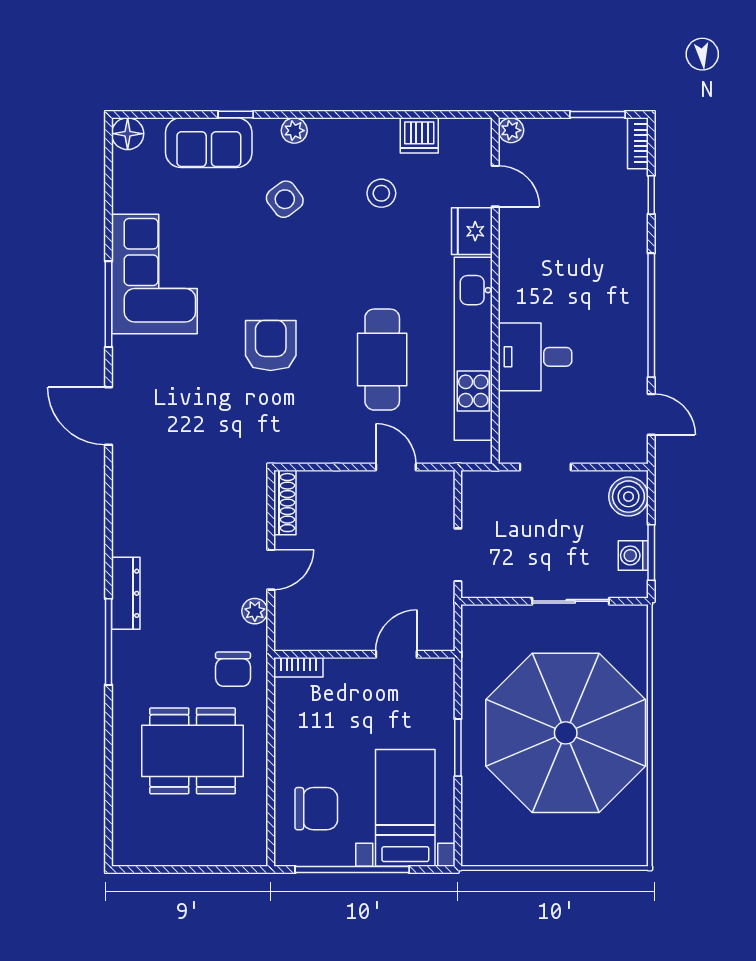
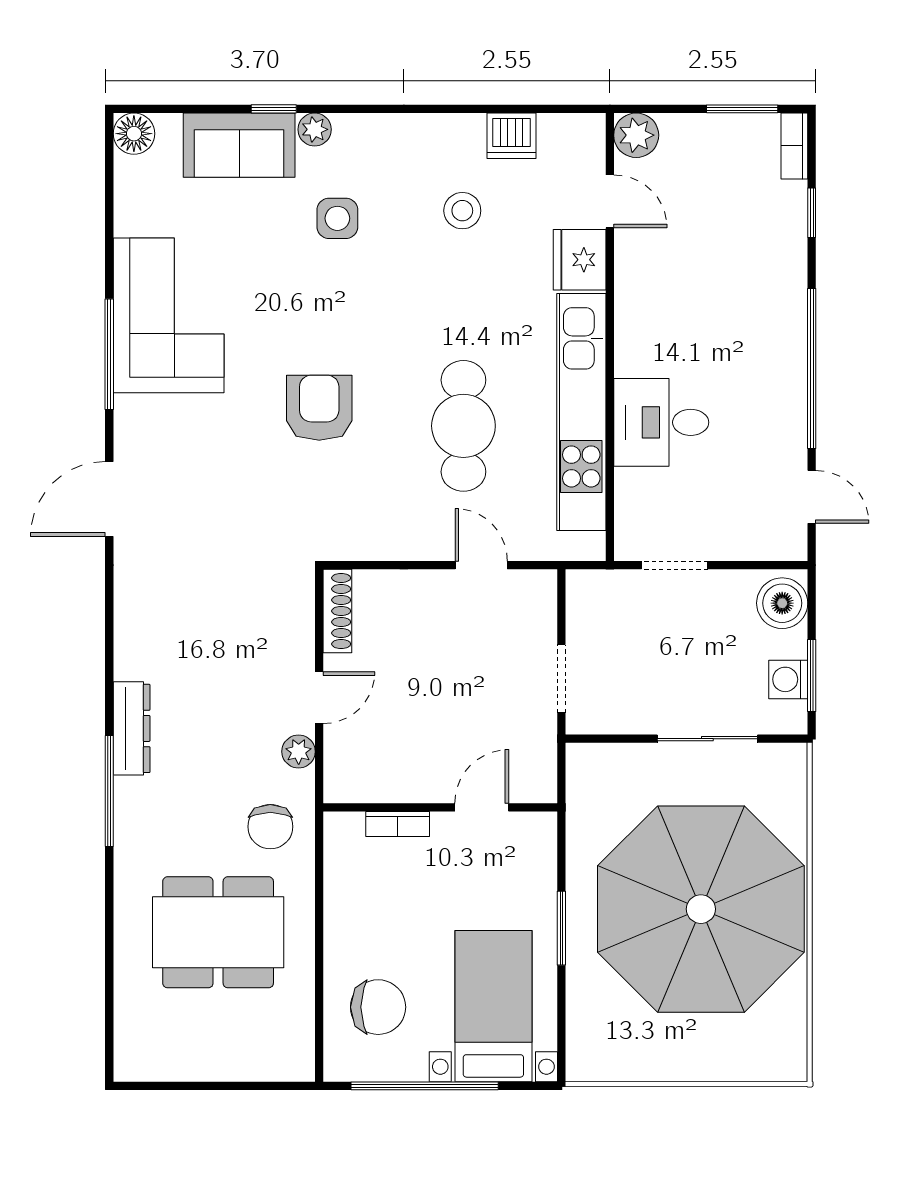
plant: (511, 130) -> (636, 135), width x1.38, depth x1.38
plant: (294, 131) -> (315, 129), moved
side table: (285, 199) -> (337, 218), turned 37
door: (108, 416) -> (109, 499), hinge flipped
bookcase: (298, 667) -> (398, 824), moved

